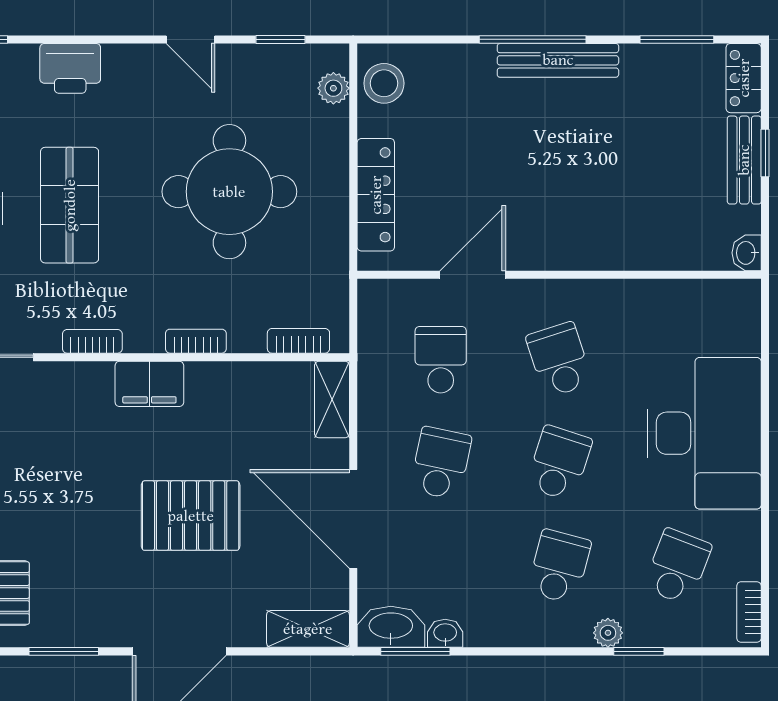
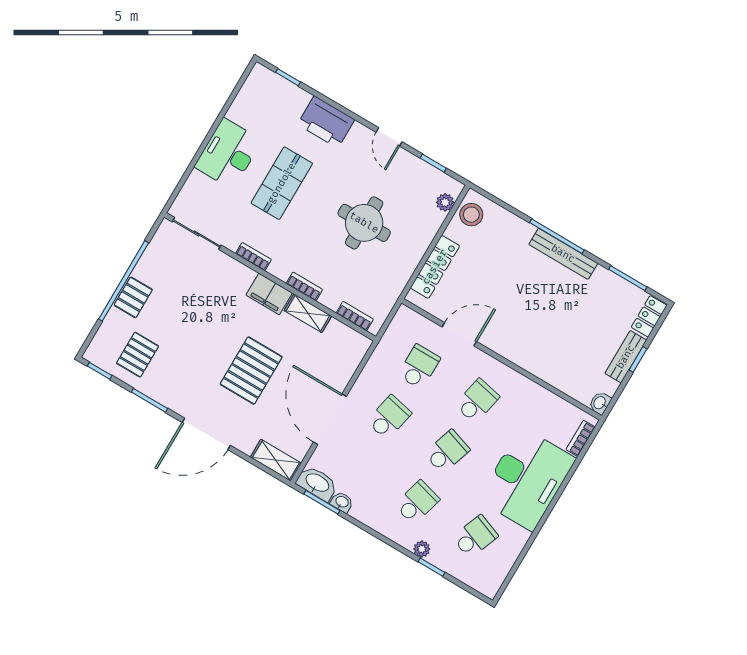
printer: (70, 68) -> (326, 122), width x1.37, depth x1.19
round table: (229, 192) -> (364, 223), width x0.73, depth x0.73
school desk: (559, 360) -> (477, 401), turned 30
shelving: (332, 400) -> (308, 313), moved, turned 90
pallet: (191, 516) -> (251, 371), turned 90
bookcase: (749, 612) -> (581, 438), moved

